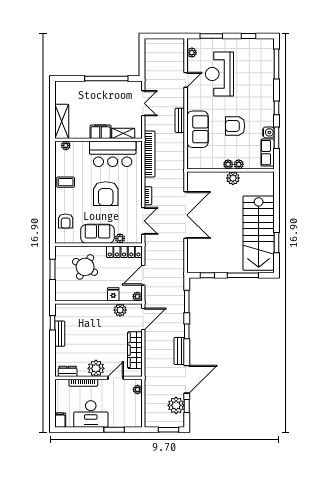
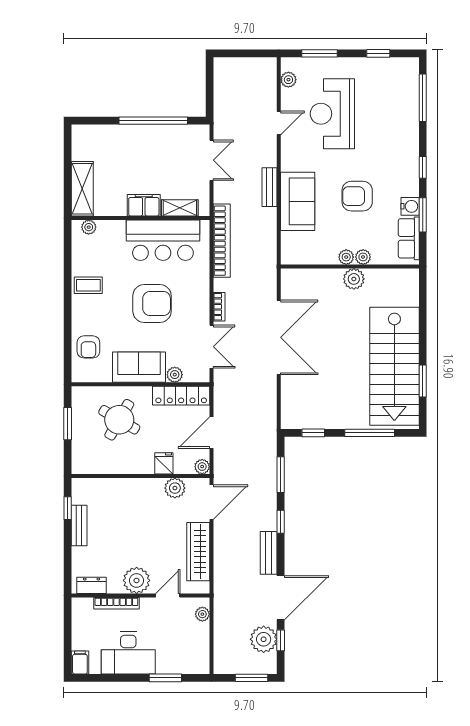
armchair: (106, 194) -> (152, 303), turned -90

